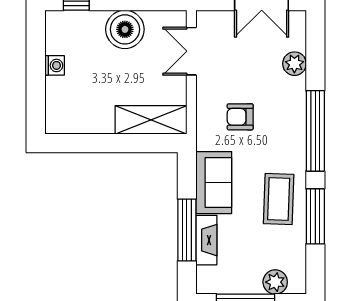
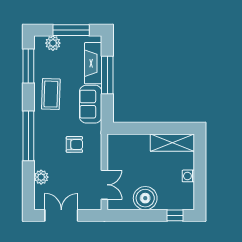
shelving: (151, 120) -> (172, 143), moved
window: (315, 216) -> (28, 66), moved
fireplace: (206, 240) -> (93, 63), width x1.37, depth x1.32

